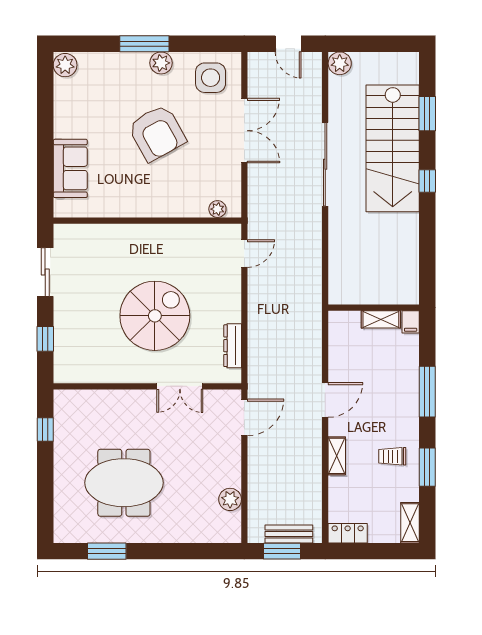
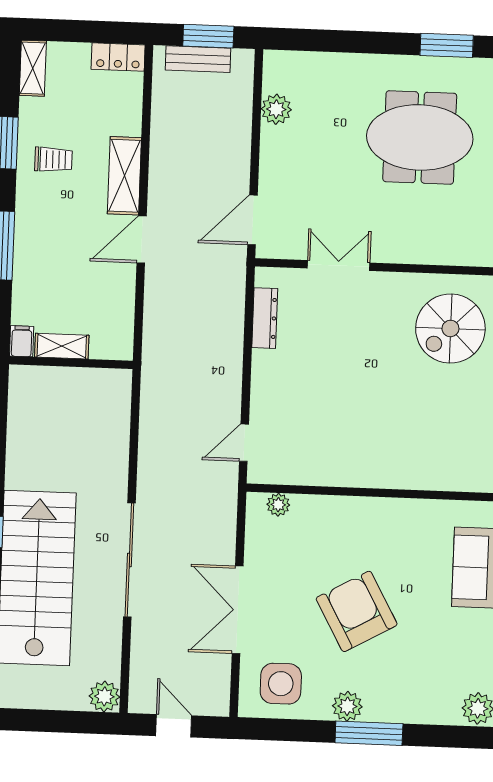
spiral stairs: (155, 316) -> (450, 328), moved, width x0.73, depth x0.73
shelving: (337, 456) -> (124, 176), width x1.50, depth x1.33

